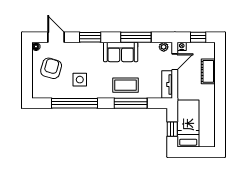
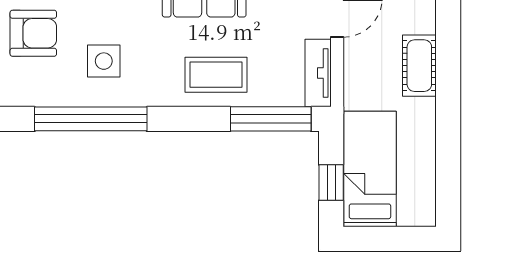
armchair: (51, 68) -> (33, 33), turned 74
cot: (208, 71) -> (419, 66), moved
window: (131, 103) -> (271, 119), moved

